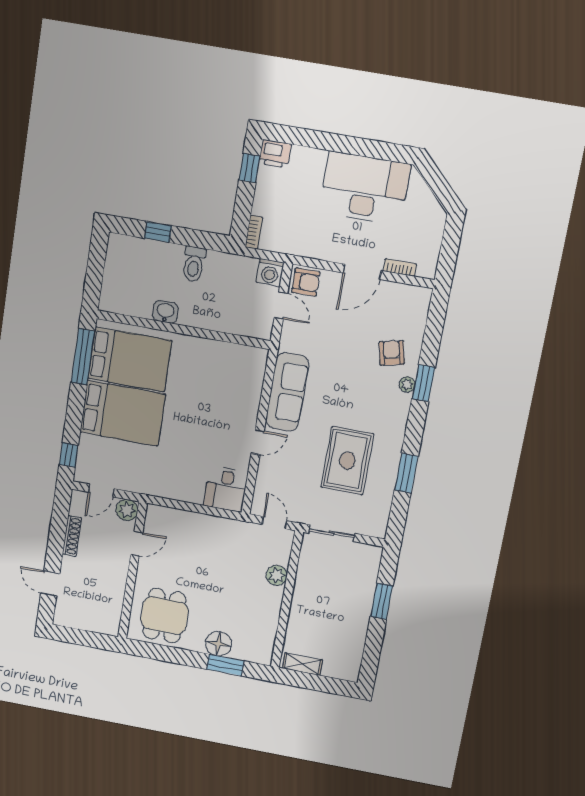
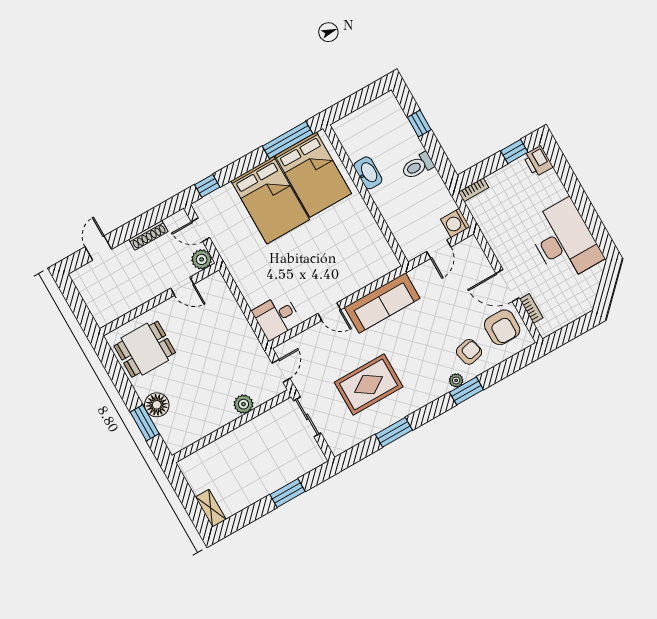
armchair: (306, 282) -> (502, 327), moved, width x1.38, depth x1.38
washbasin: (165, 312) -> (368, 173), width x1.38
shelving: (302, 664) -> (211, 508), moved

